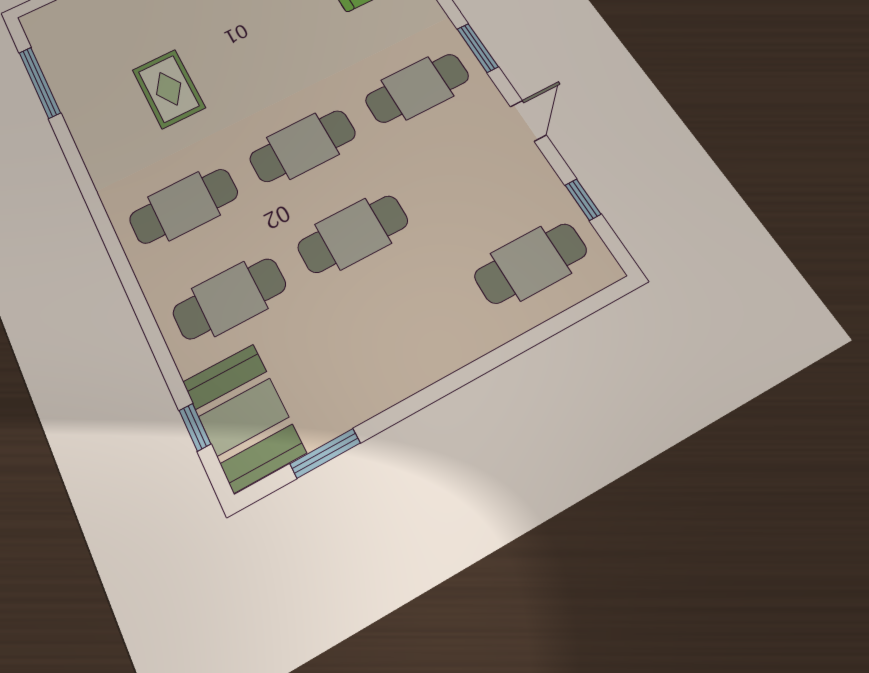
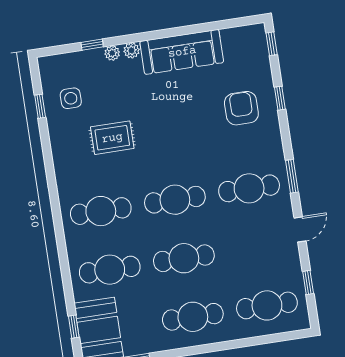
side table: (86, 55) -> (71, 98), added
window: (40, 82) -> (40, 106), width x0.46
rug: (169, 89) -> (112, 138), turned 90
cafe table: (408, 330) -> (193, 317), added

